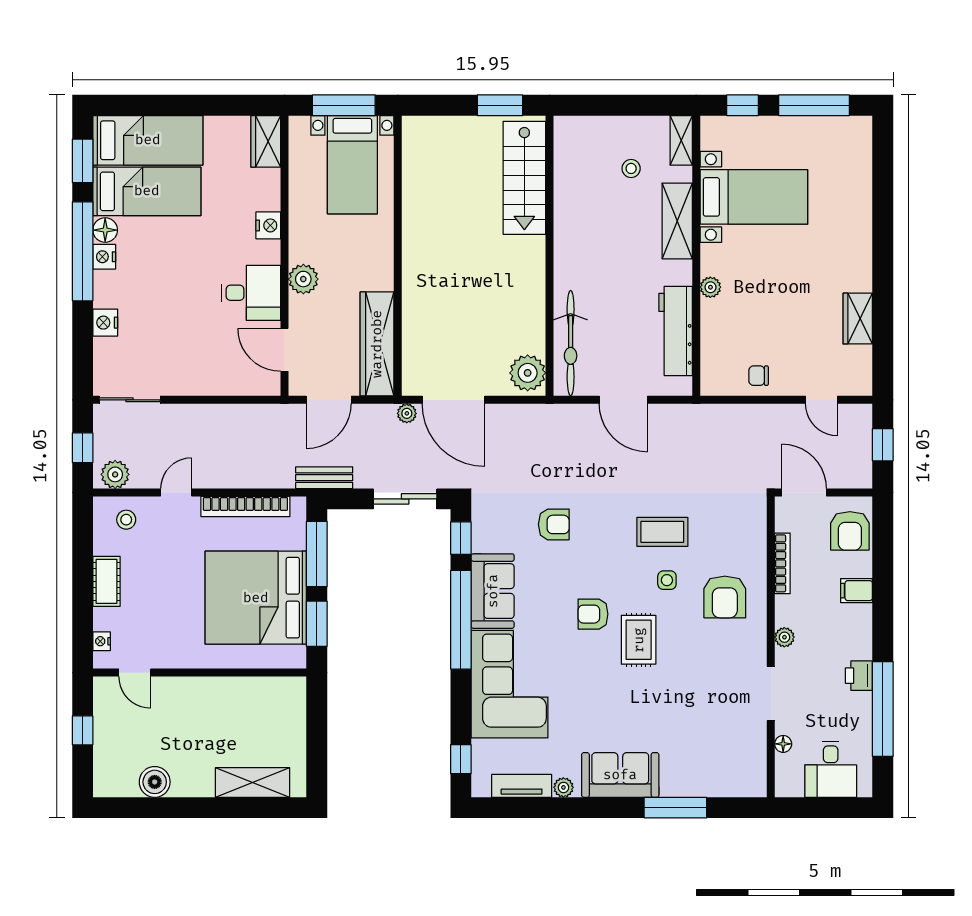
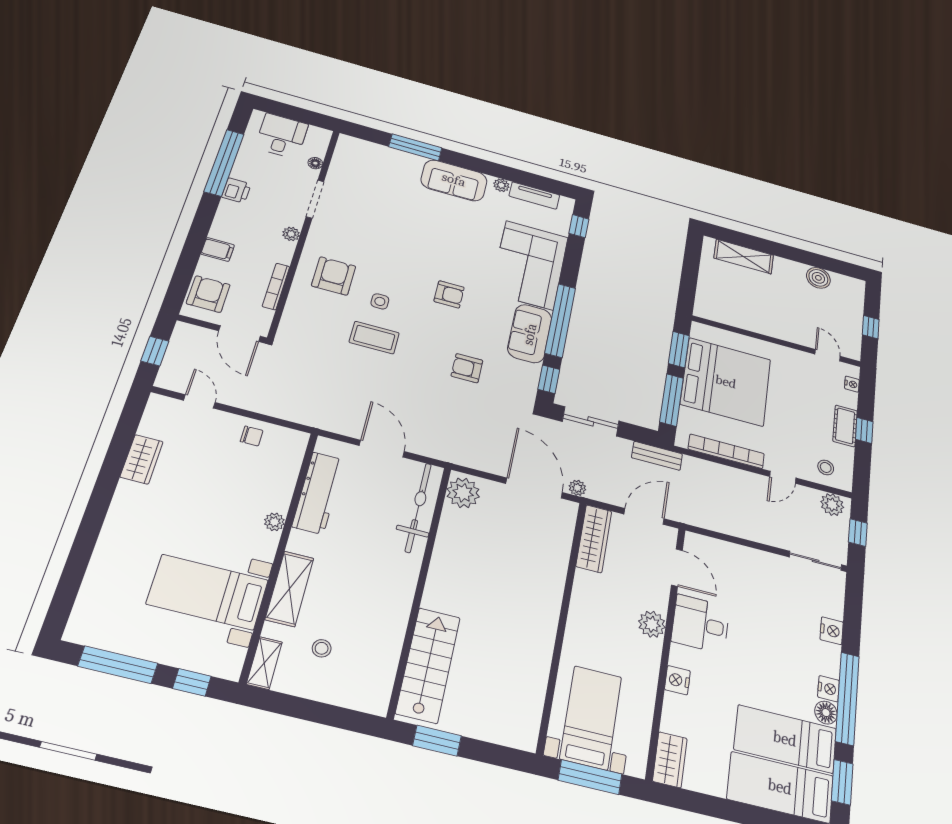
wardrobe: (377, 344) -> (594, 539), width x0.71, depth x0.85
window: (83, 582) -> (864, 430), added
rug: (639, 640) -> (415, 266), removed

